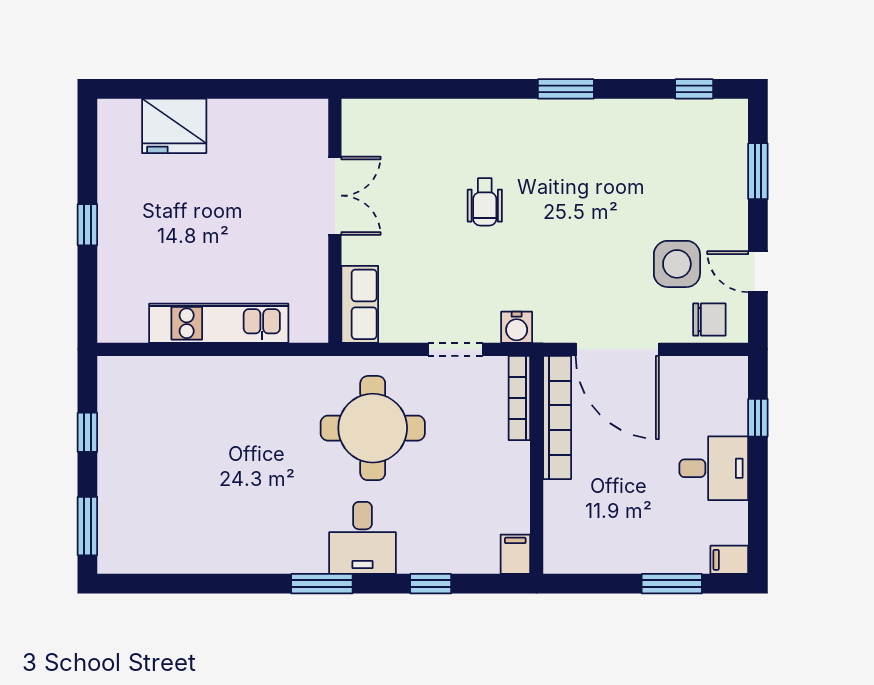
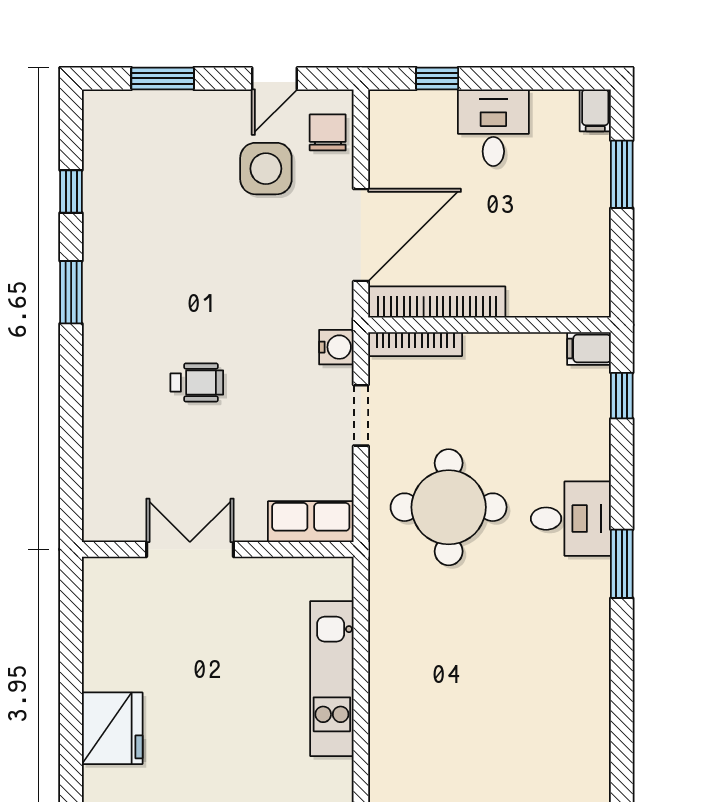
window: (694, 89) -> (71, 191), moved
window: (431, 584) -> (622, 396), moved

